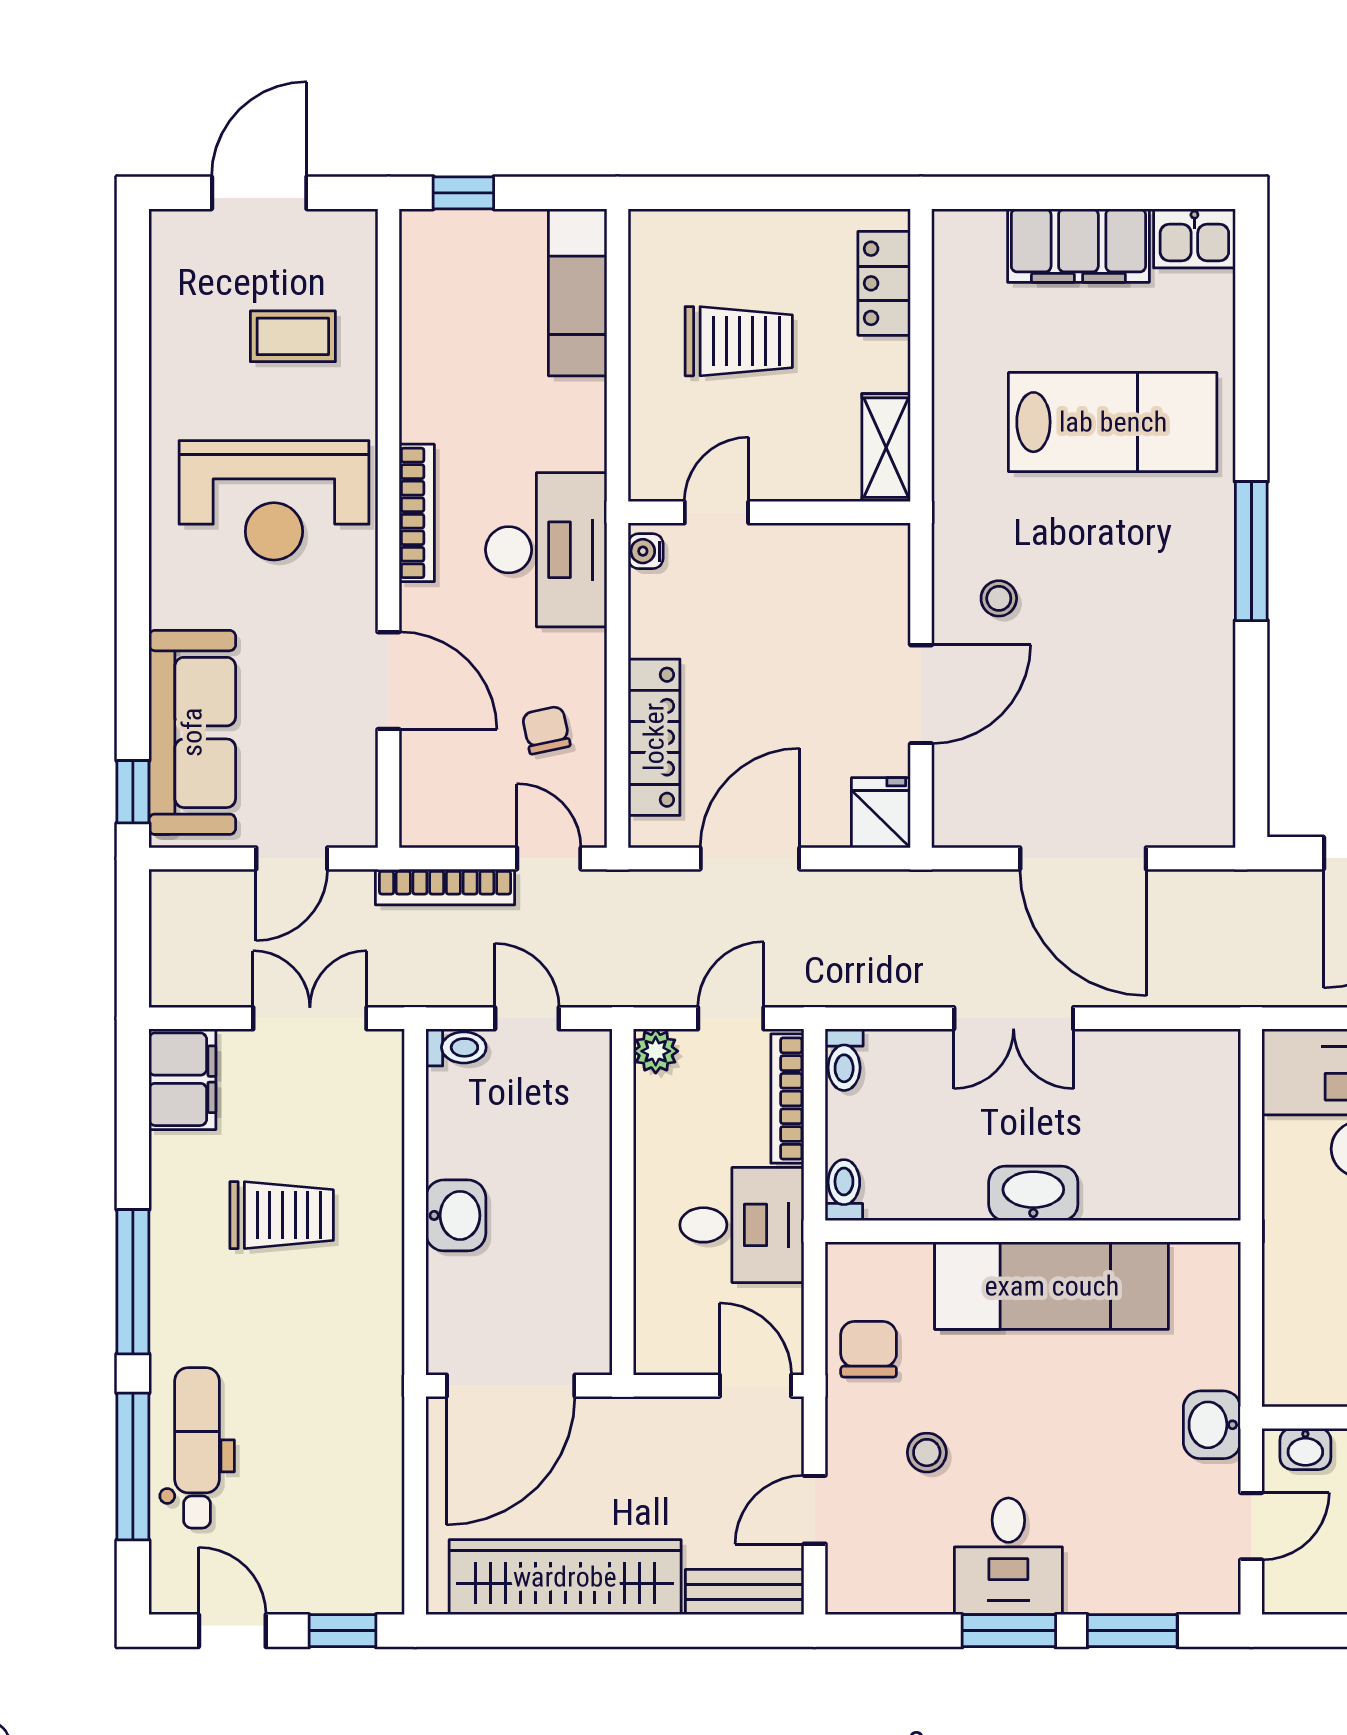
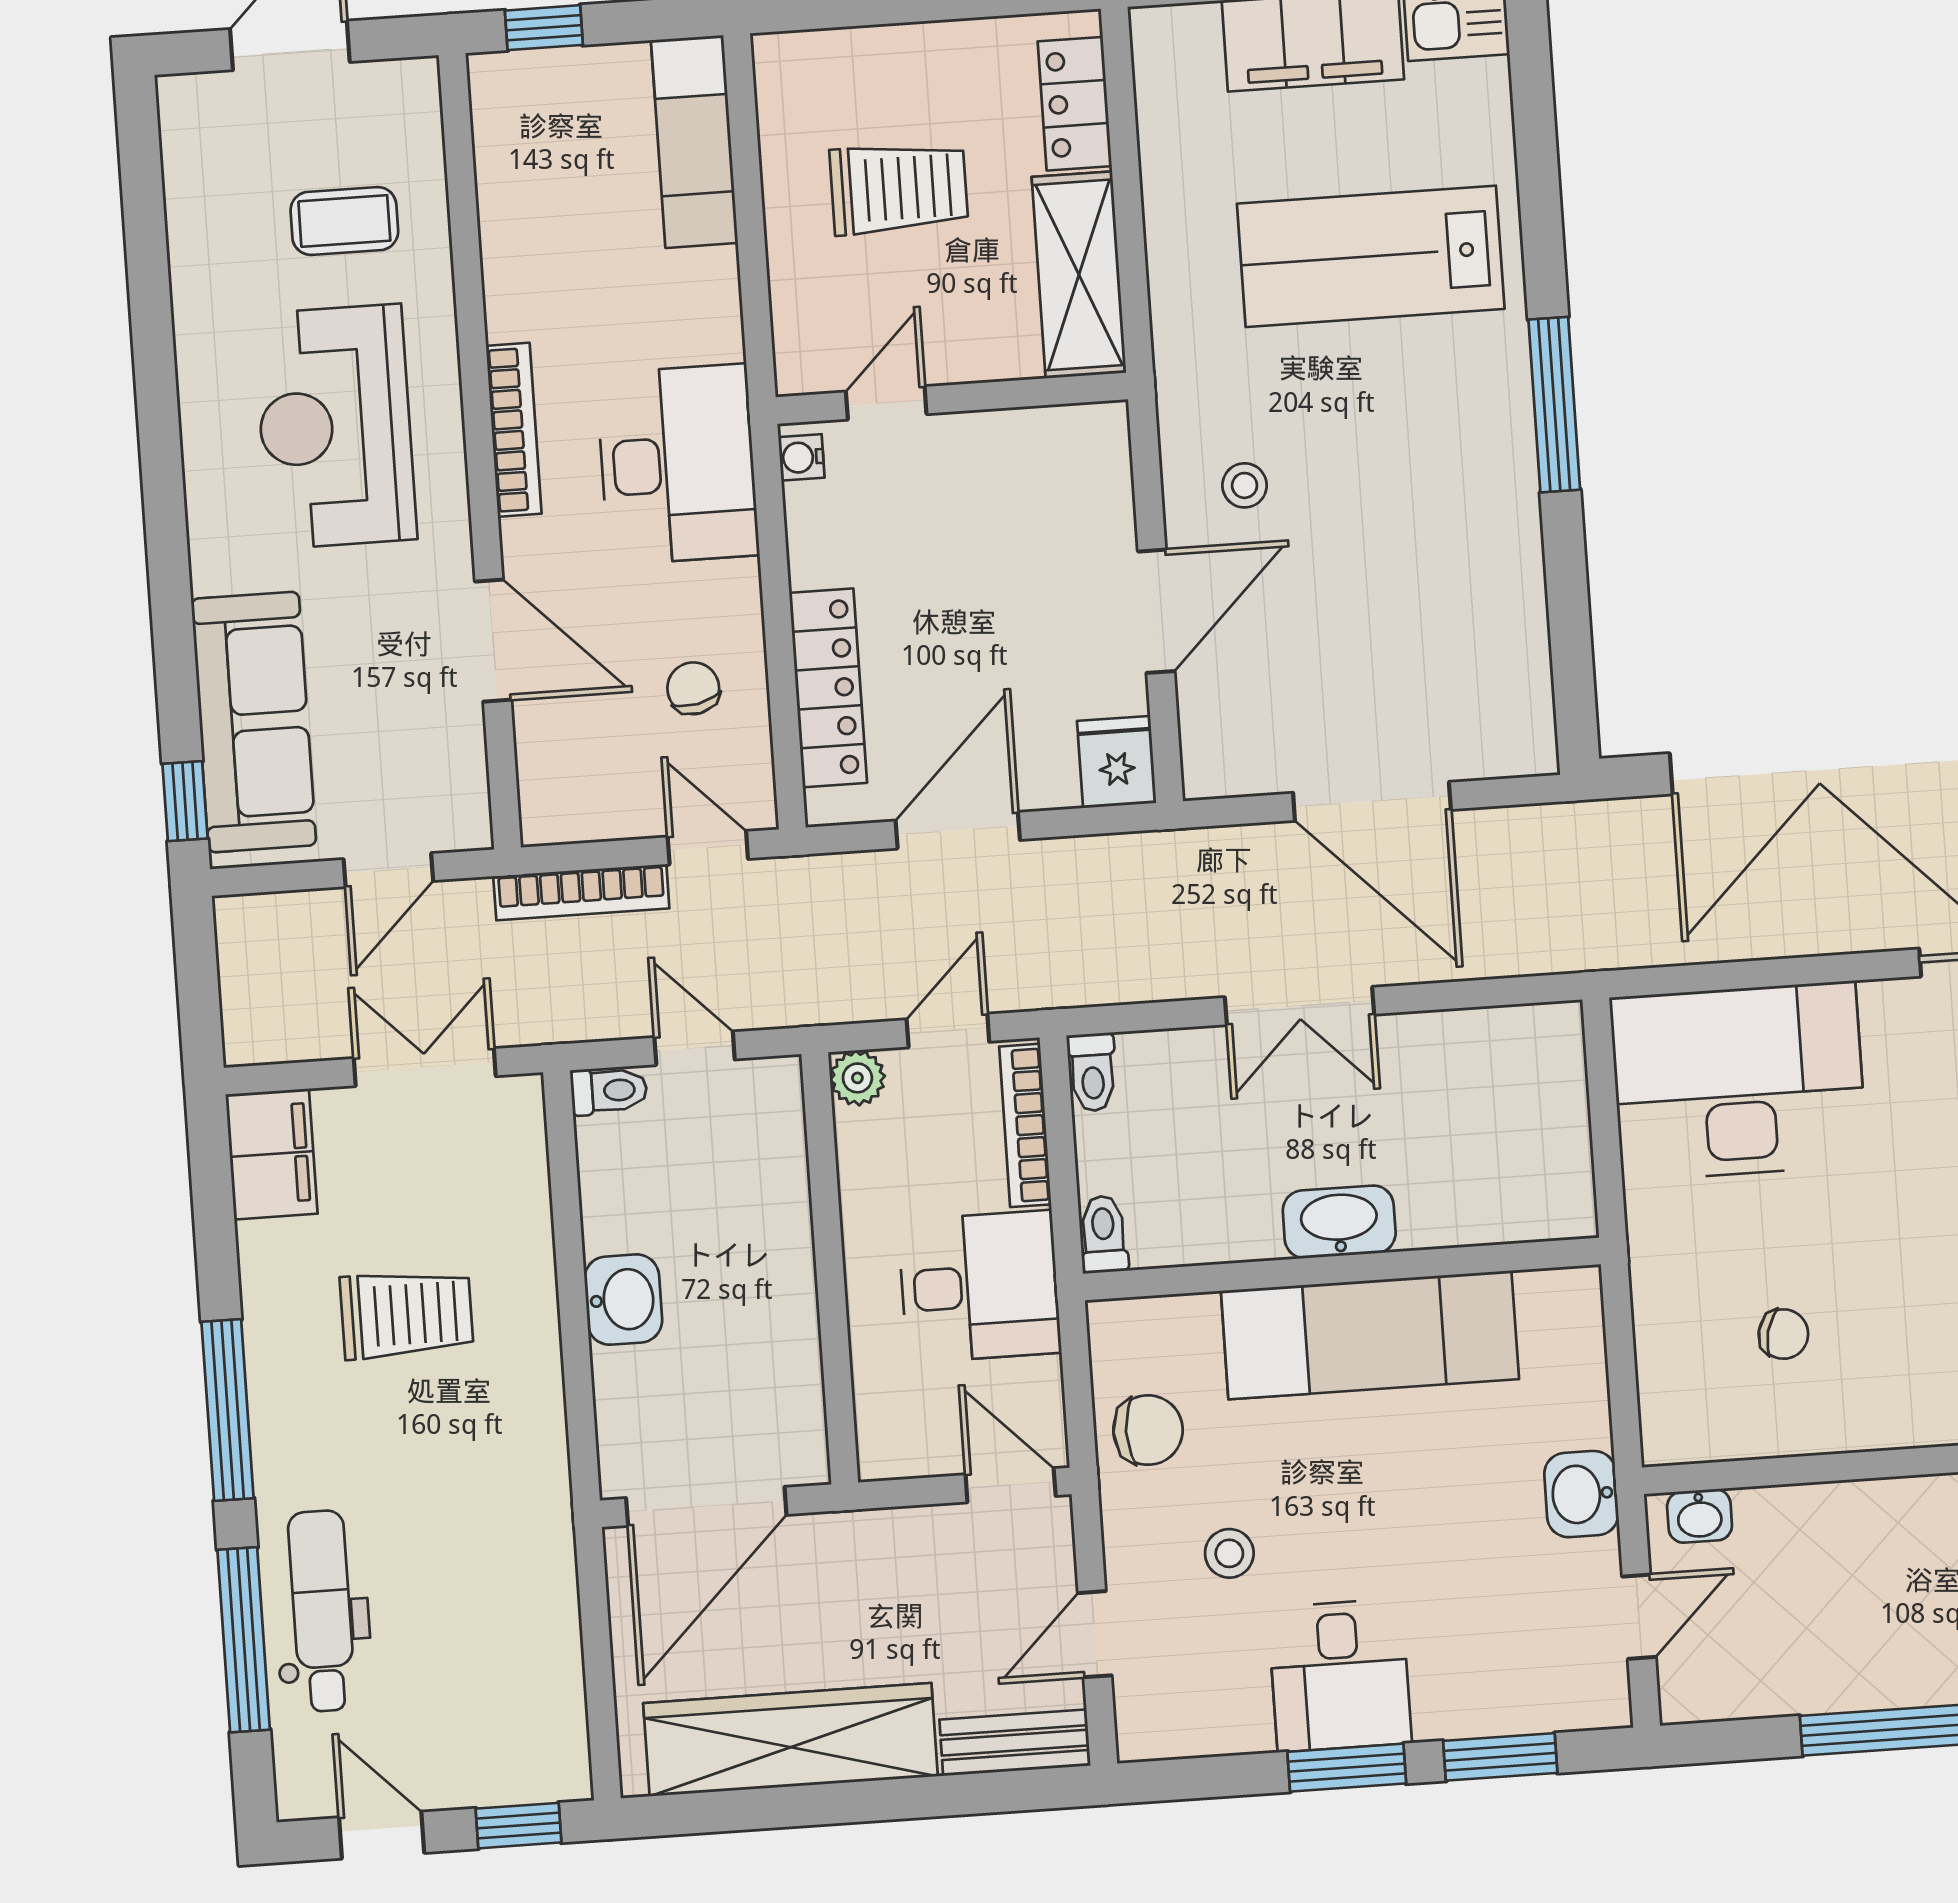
lab bench: (1113, 422) -> (1371, 256), turned 180
shelving: (886, 448) -> (1079, 275), width x1.50, depth x1.33
reception desk: (274, 500) -> (335, 426), turned 90
chair: (869, 1349) -> (1148, 1430), turned 90

